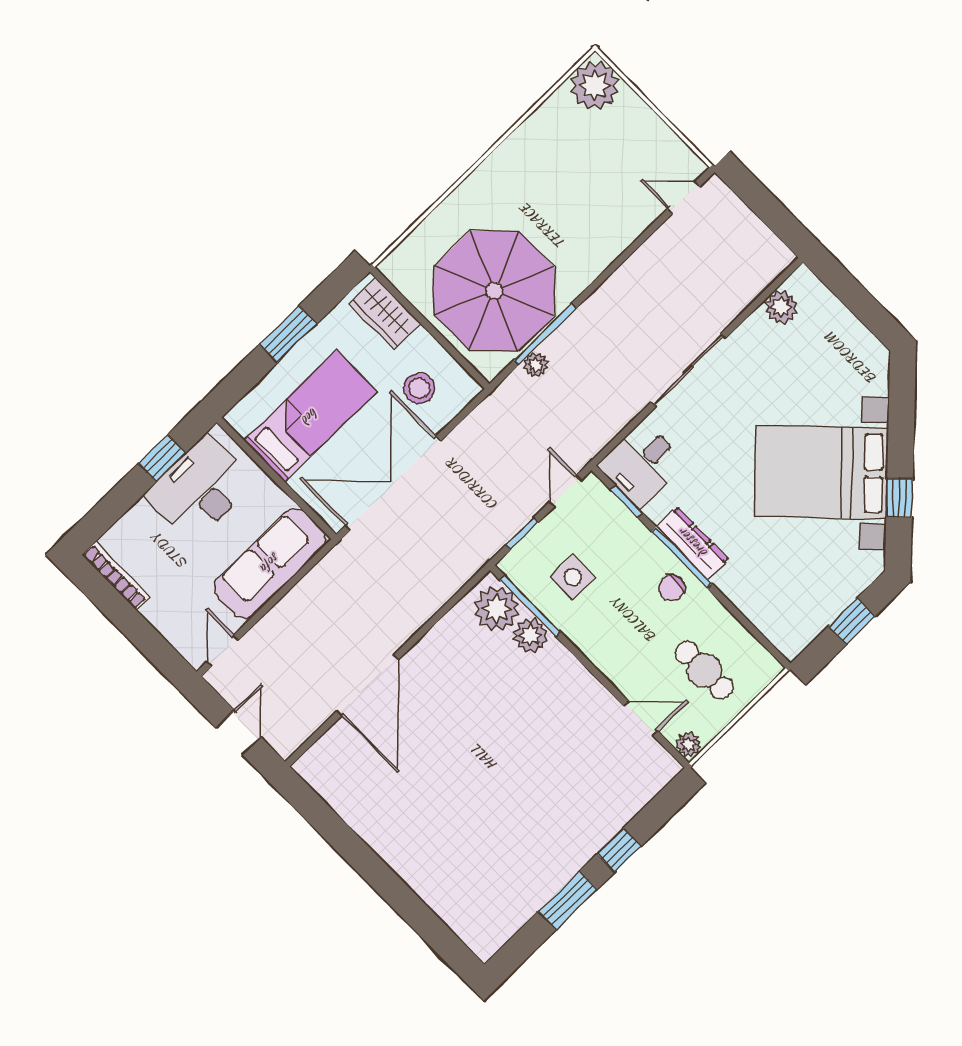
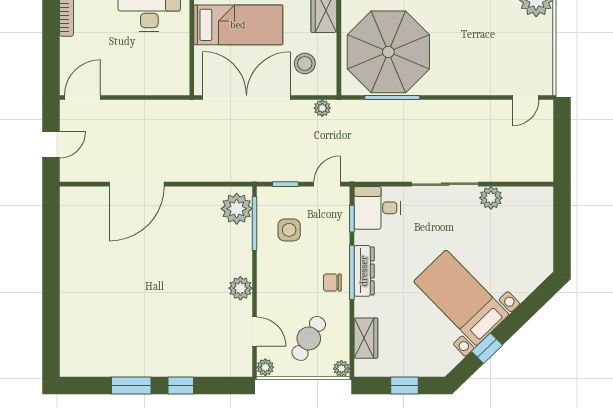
door: (684, 198) -> (526, 97), swing flipped
plant: (781, 307) -> (491, 198), moved
plant: (536, 365) -> (322, 108), moved
bed with nightstands: (821, 472) -> (461, 298), width x0.73
sofa: (270, 563) -> (148, 78), removed
wardrobe: (763, 611) -> (366, 338), added
plant: (530, 635) -> (240, 288), moved
door: (223, 651) -> (82, 97), width x1.38
plant: (769, 668) -> (341, 369), added
cafe table: (704, 670) -> (309, 338), turned 31

